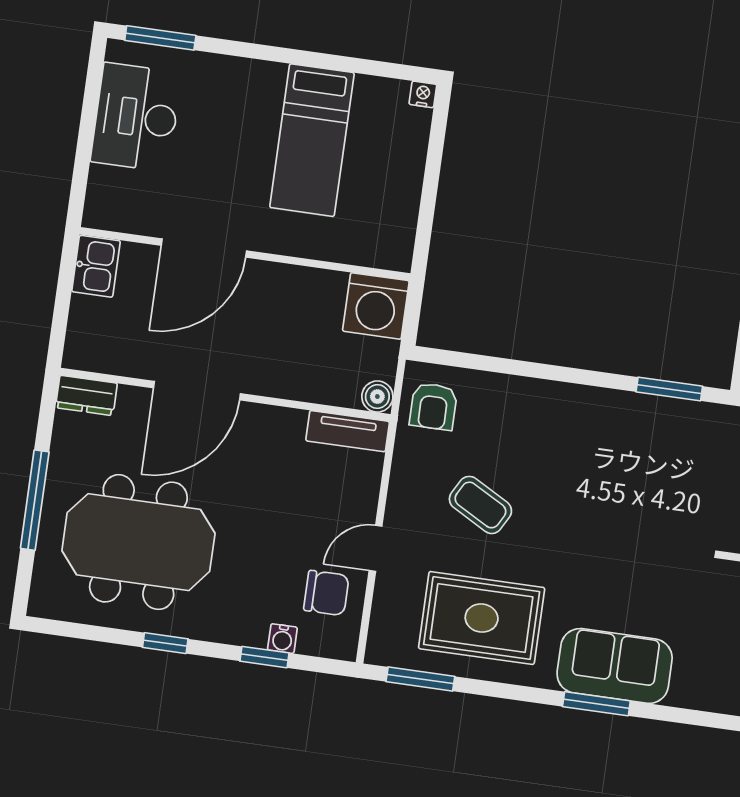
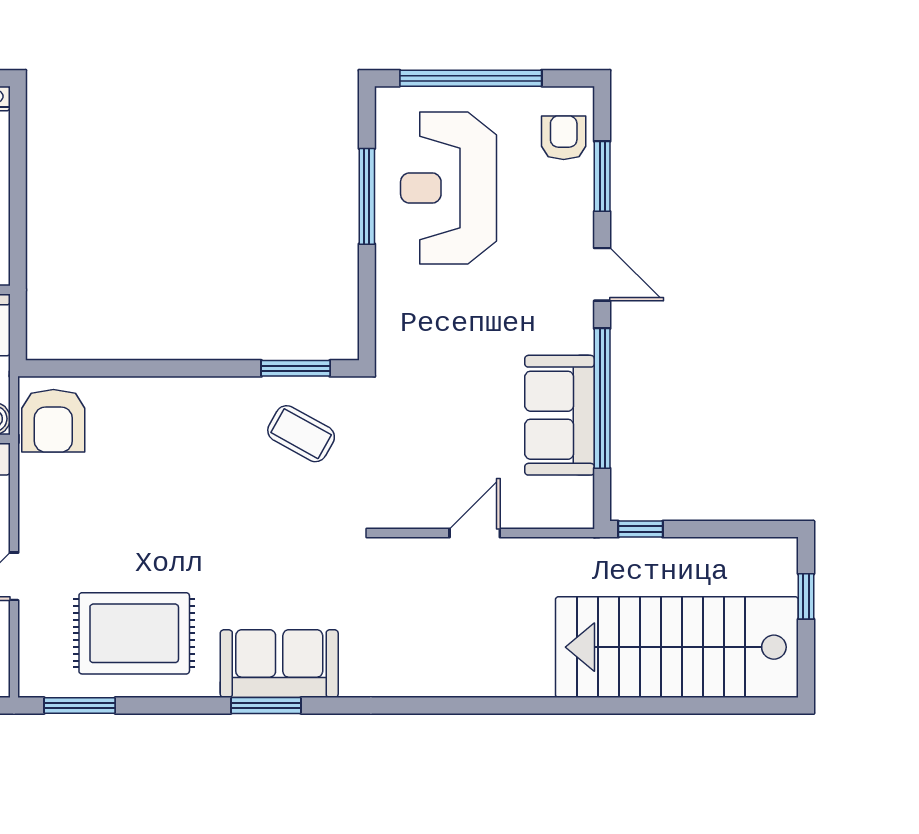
armchair: (433, 406) -> (53, 421), width x1.38, depth x1.38
coffee table: (480, 505) -> (301, 434), moved

